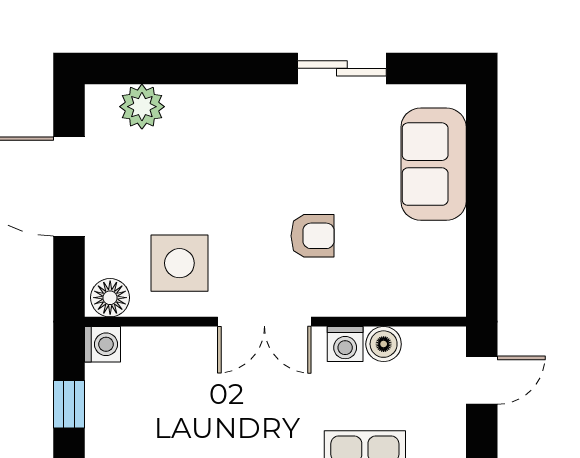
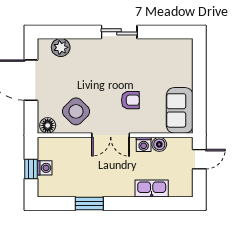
sliding door: (342, 68) -> (119, 32), moved
sofa: (434, 164) -> (180, 110), moved
side table: (179, 263) -> (76, 111), turned 45
washing machine: (102, 344) -> (45, 168), moved

